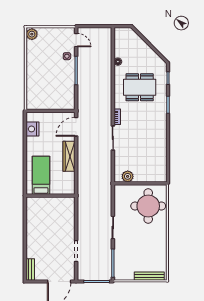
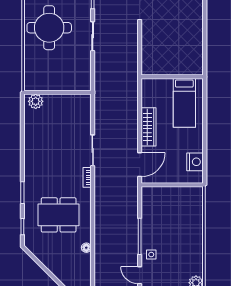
plant: (128, 176) -> (36, 101), moved
round table: (148, 206) -> (49, 28), moved

